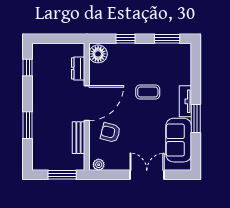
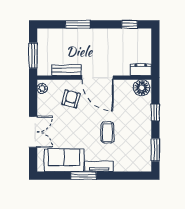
dresser: (78, 68) -> (141, 70), moved

